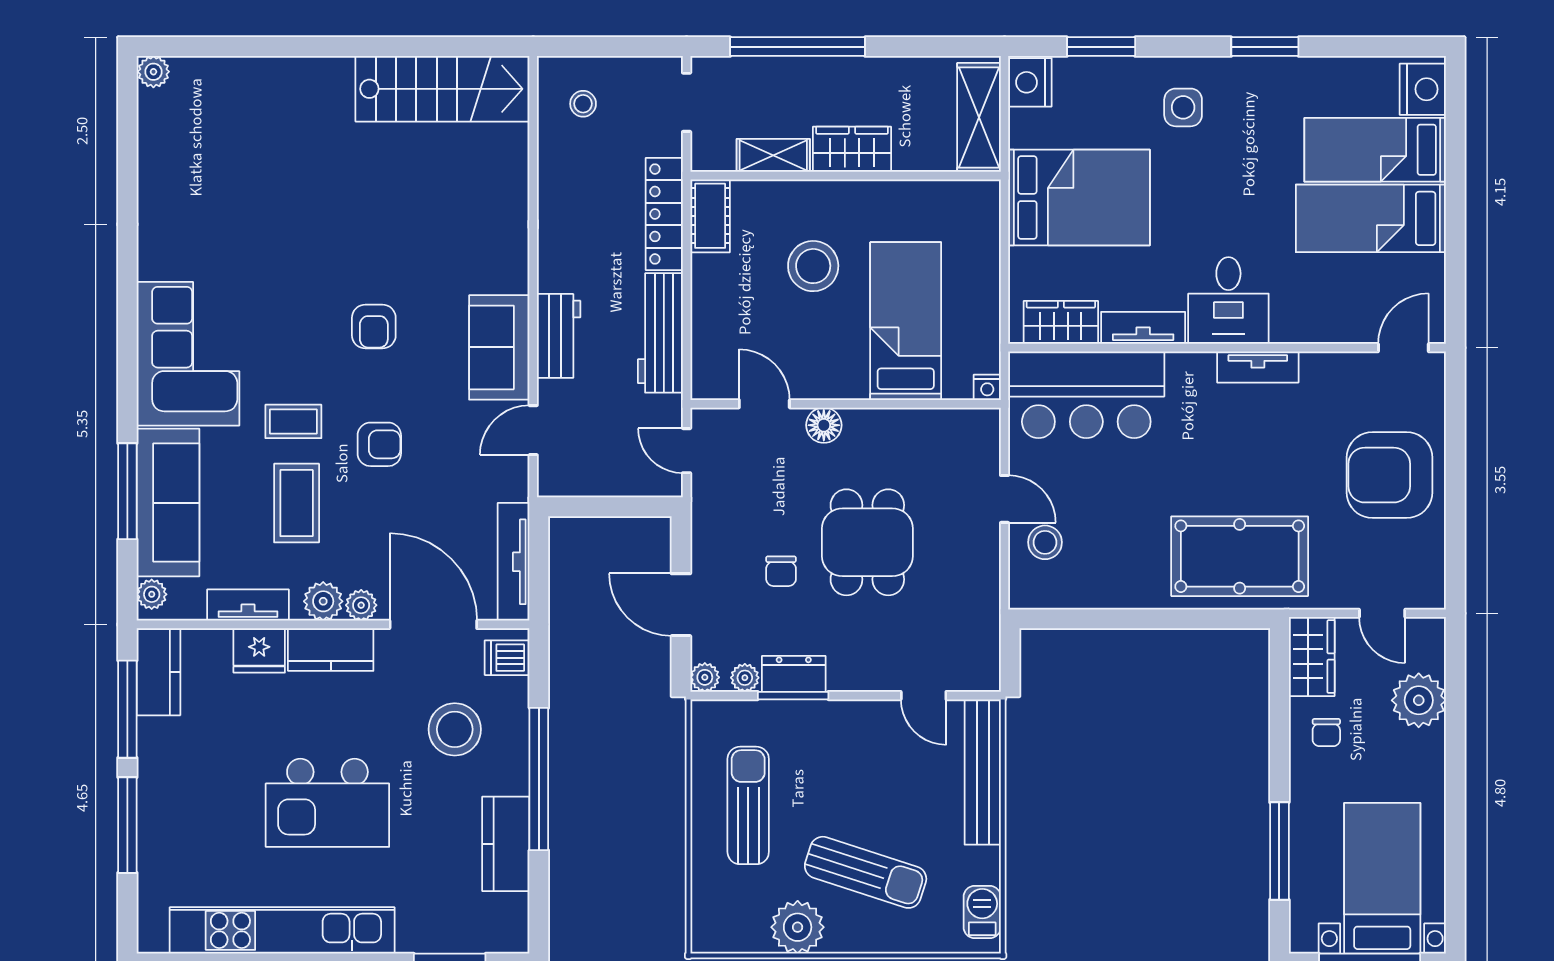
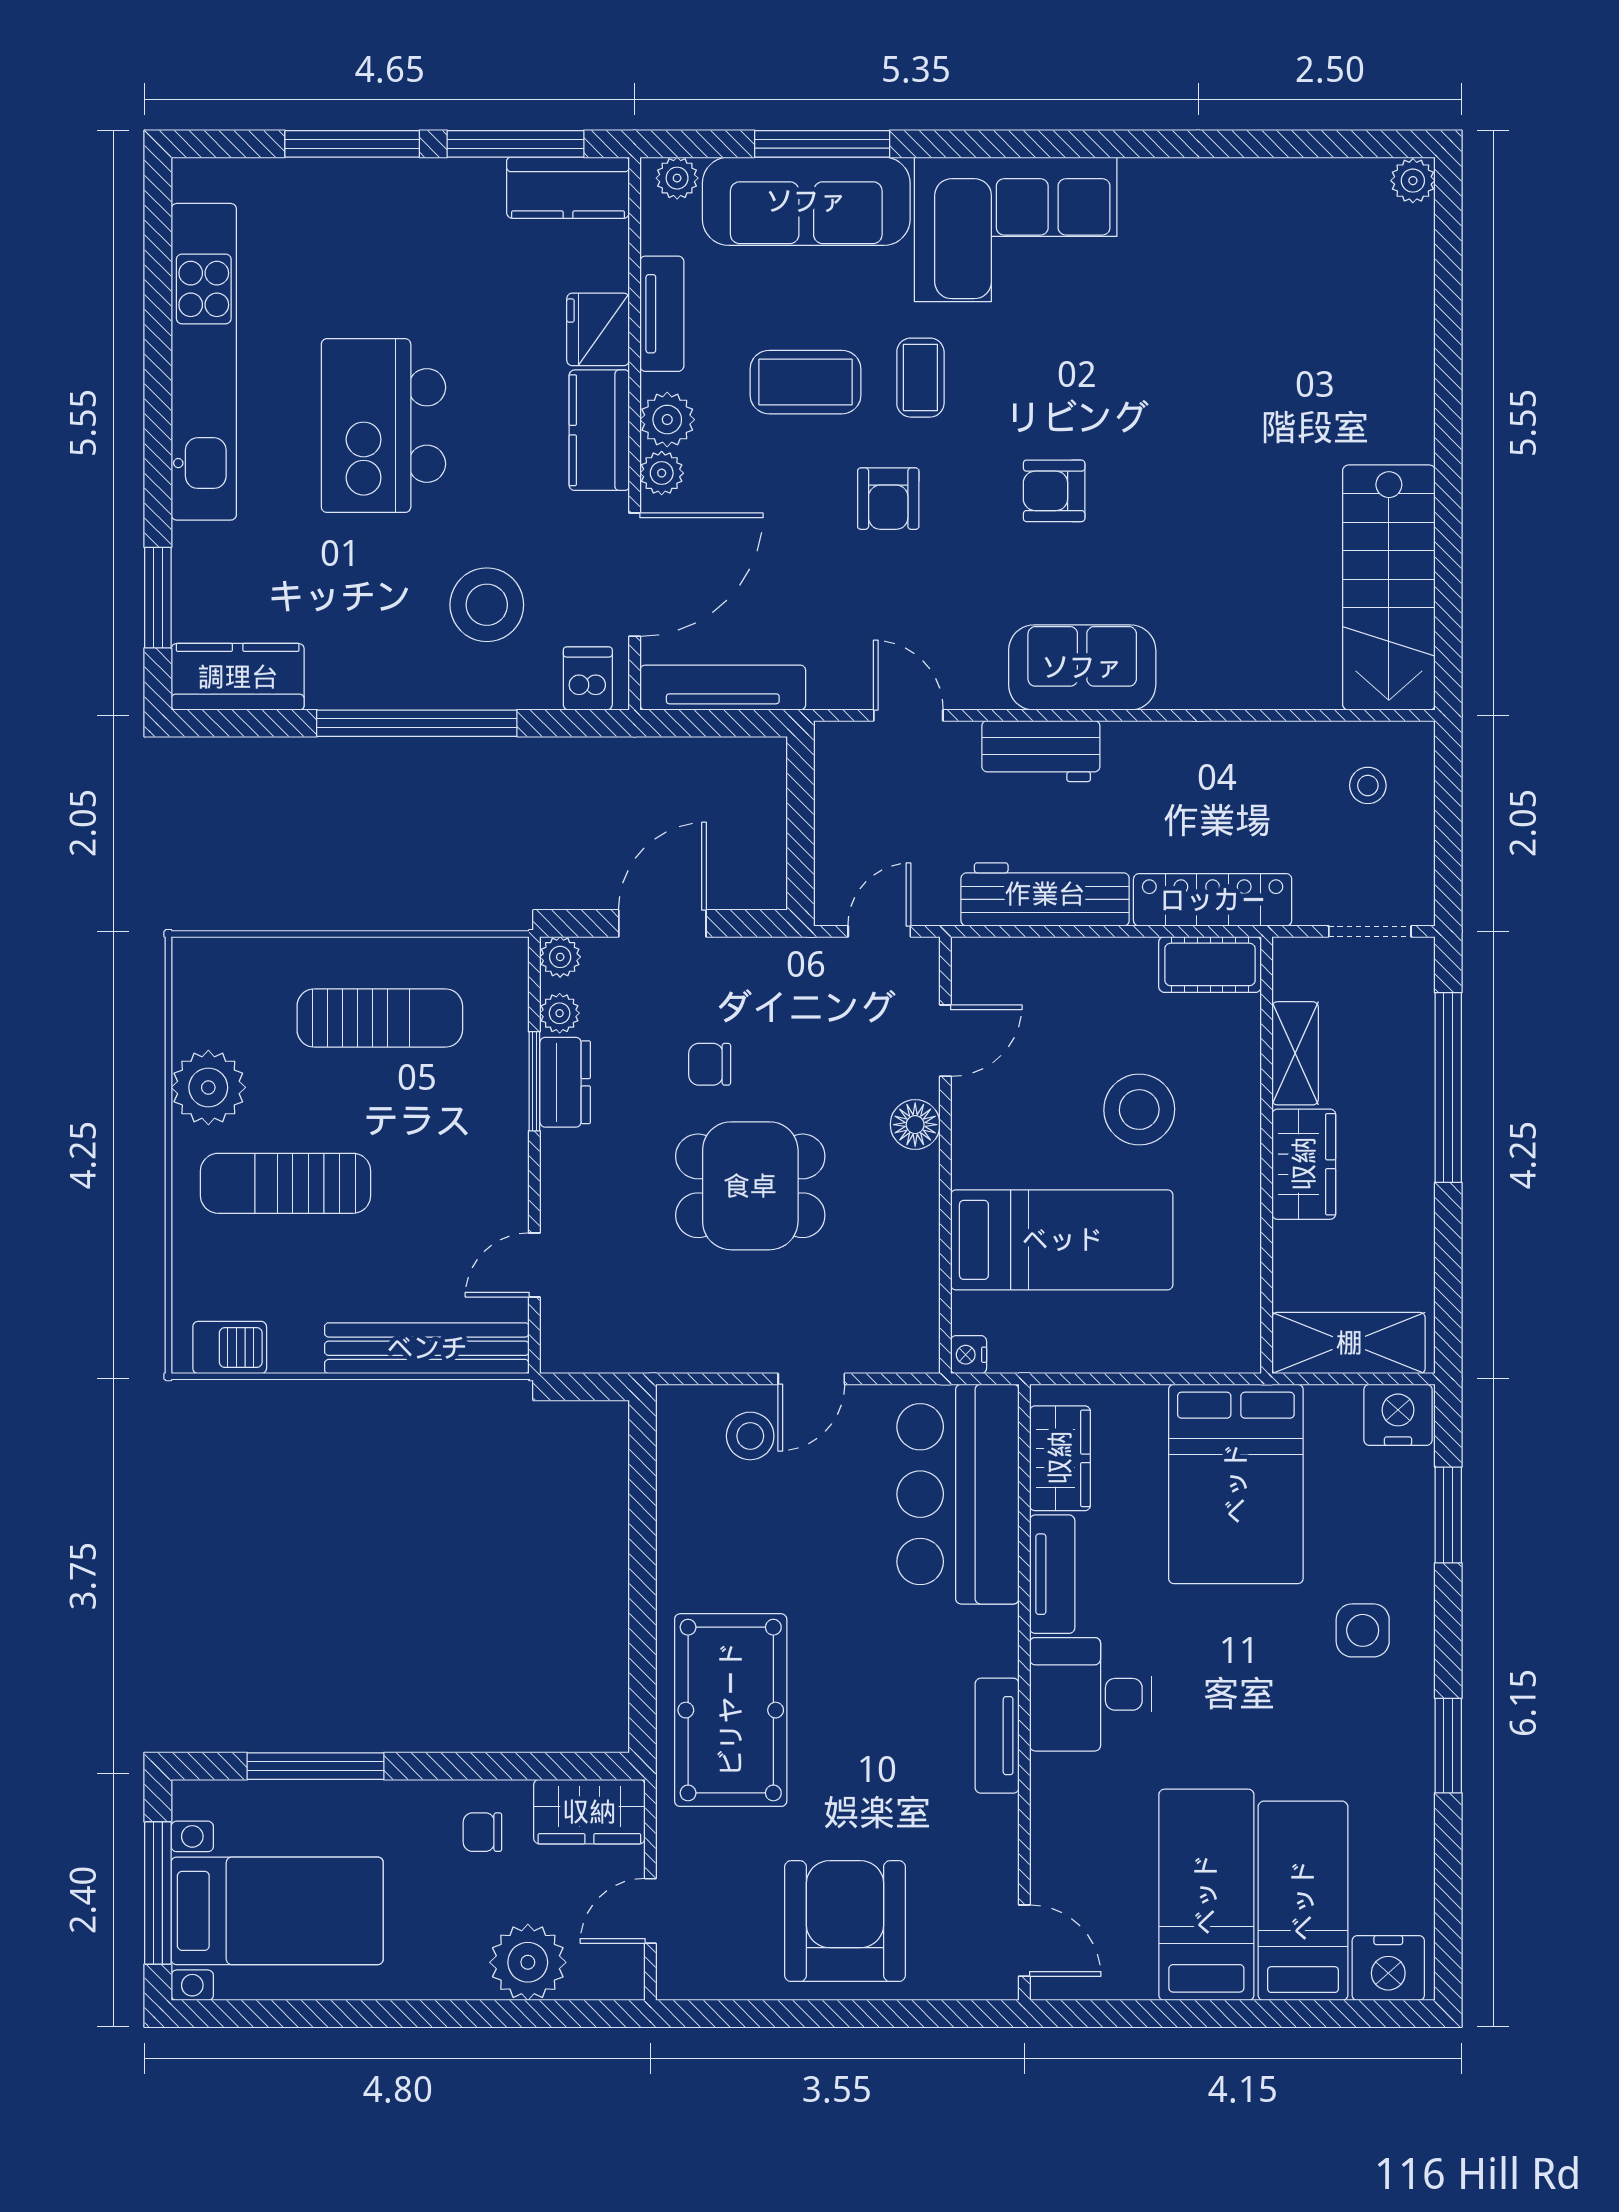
sofa: (499, 347) -> (1082, 667), moved
kitchen counter: (506, 844) -> (238, 677), moved
sun lounger: (866, 872) -> (286, 1183), turned 72

